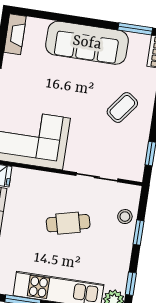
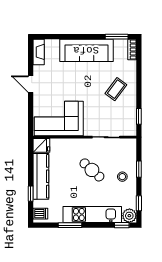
stool: (125, 217) -> (122, 177), moved
cafe table: (68, 223) -> (92, 170), turned 56

